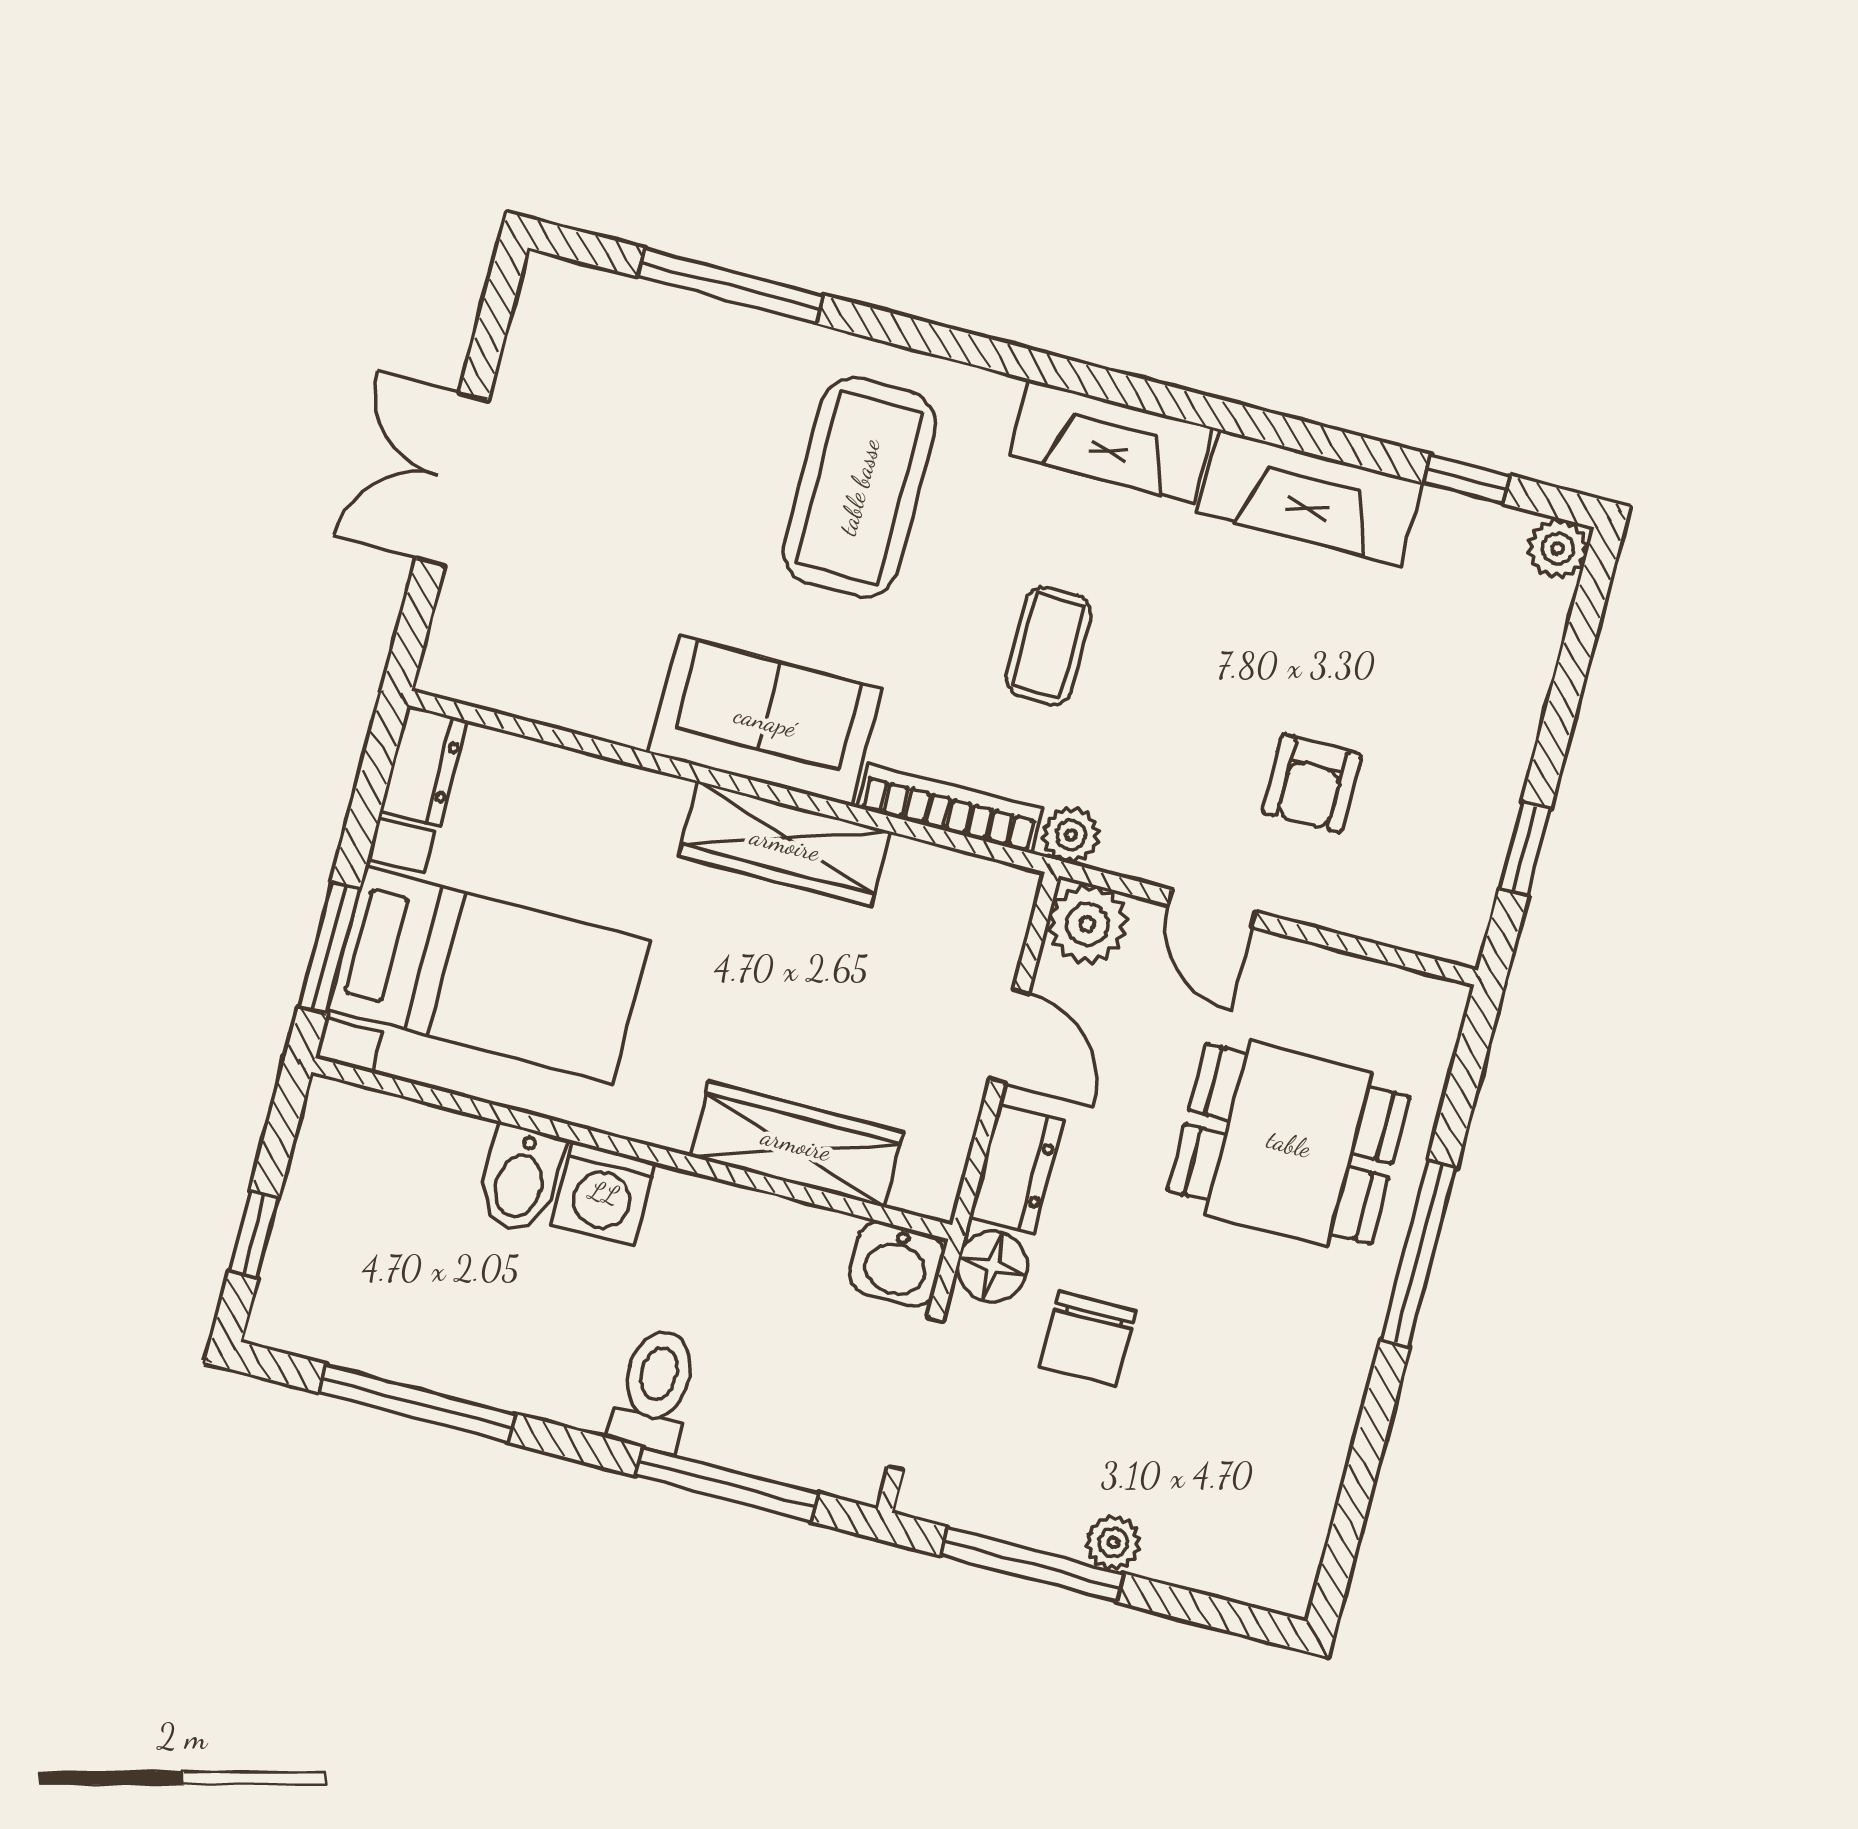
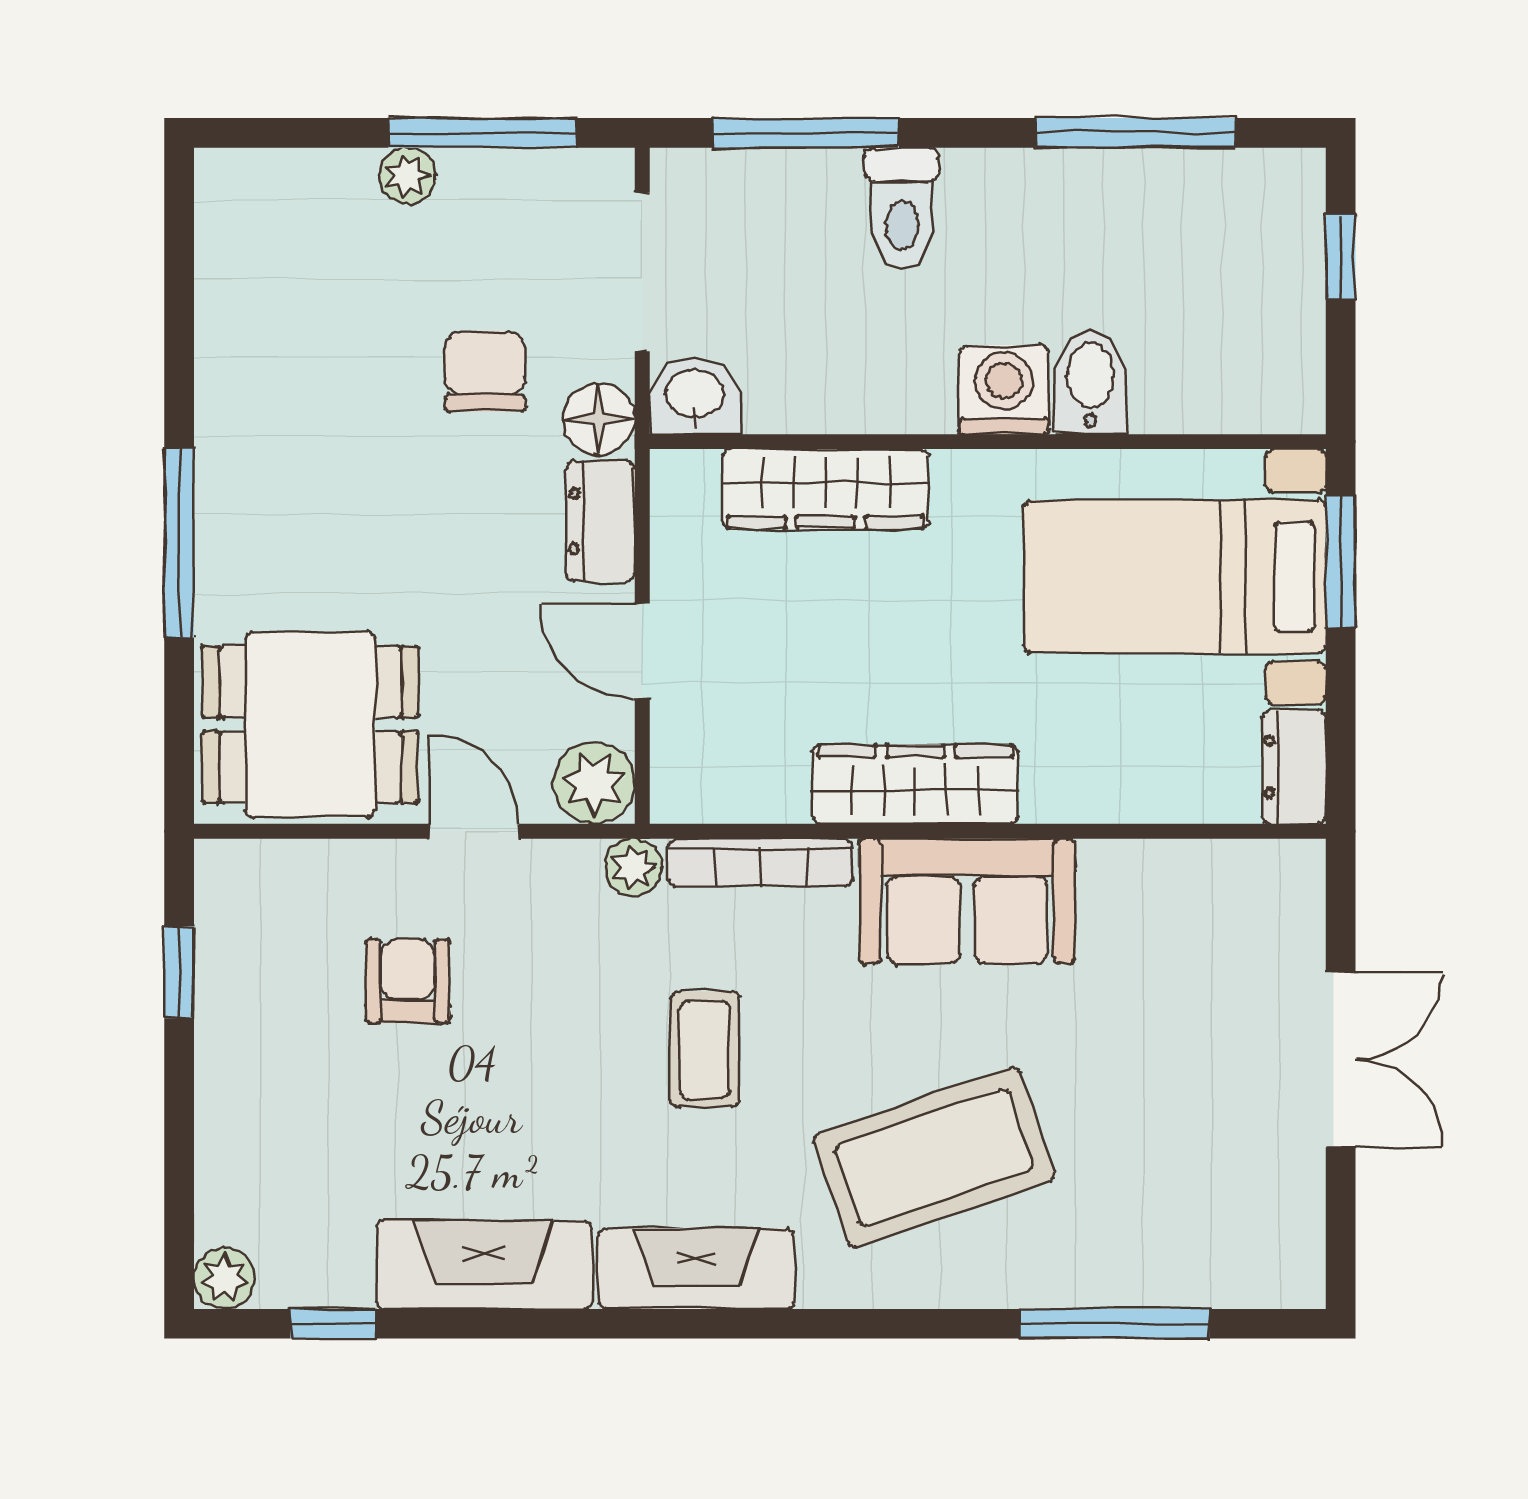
coffee table: (859, 487) -> (934, 1157), turned 71
dining table: (1289, 1144) -> (310, 725), moved

